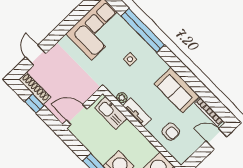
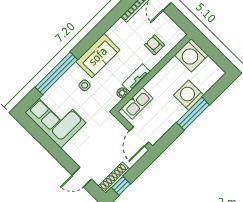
sofa: (177, 90) -> (98, 56), moved
window: (34, 104) -> (121, 186), moved
armchair: (171, 132) -> (155, 45), turned -90

